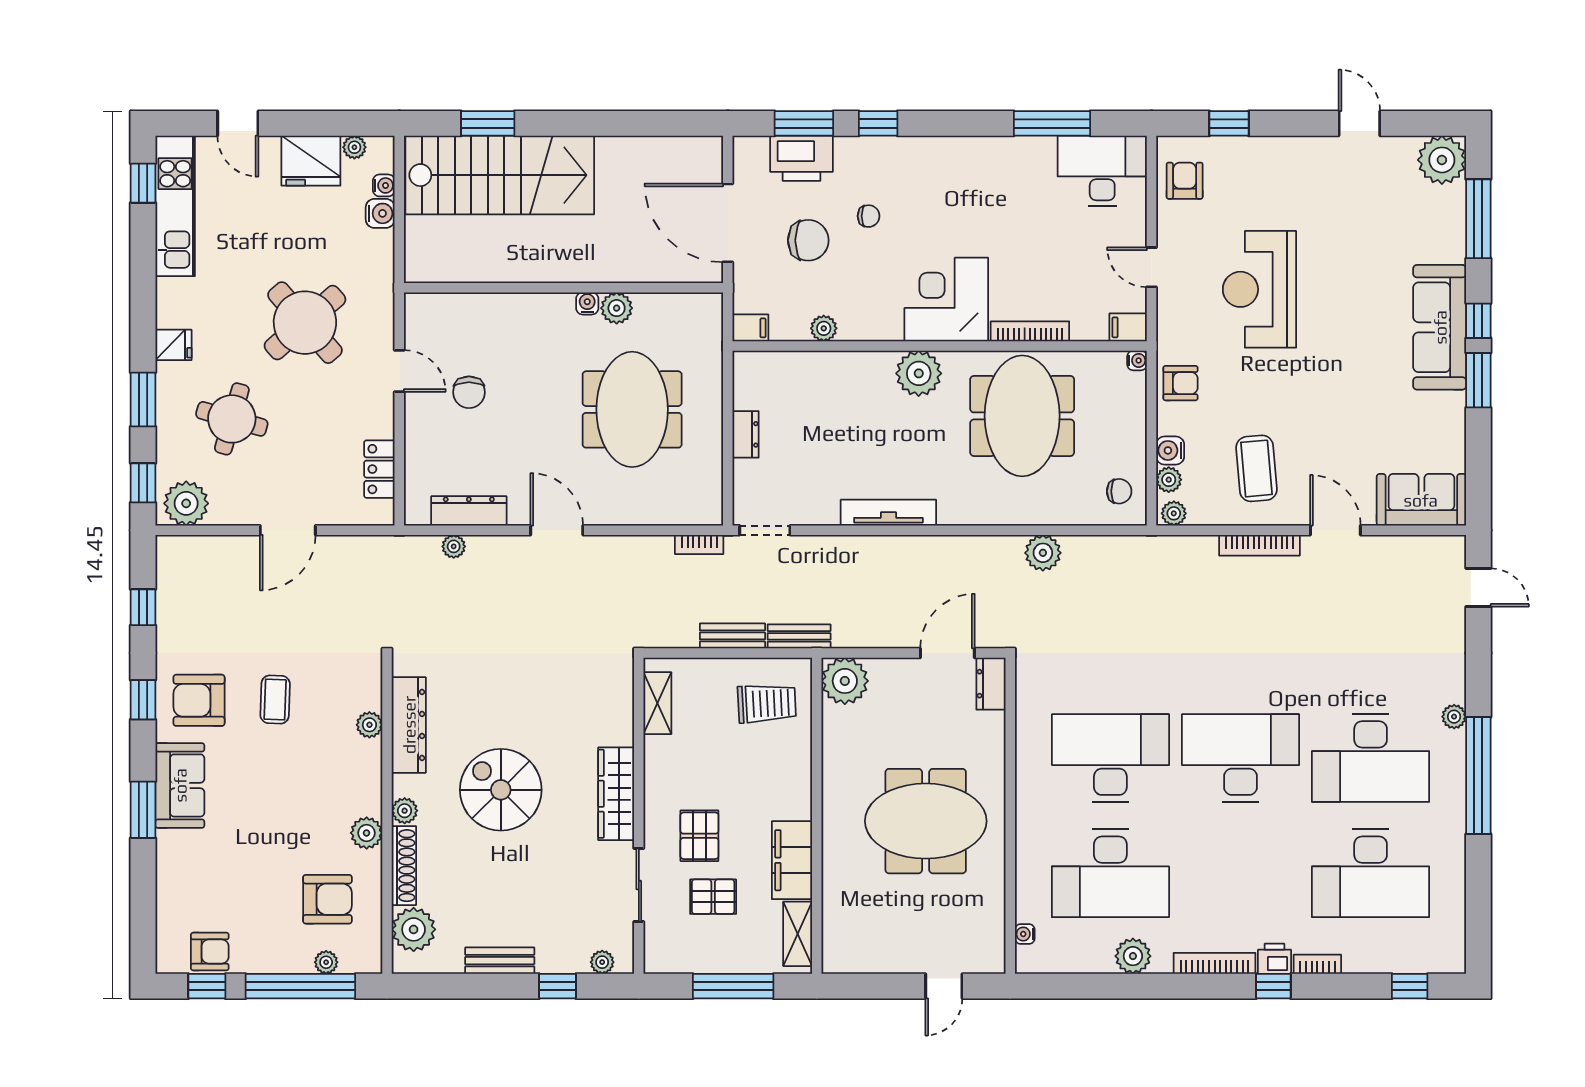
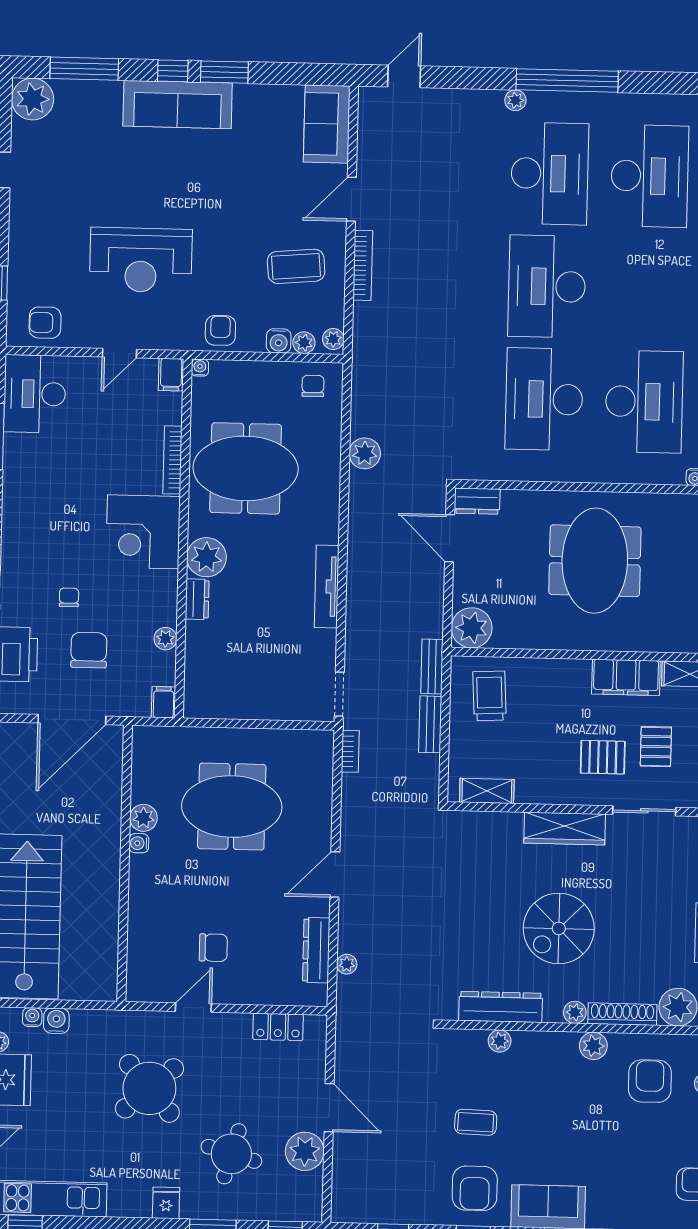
dresser: (746, 434) -> (197, 599), moved, turned 90
plant: (186, 503) -> (305, 1151), moved

